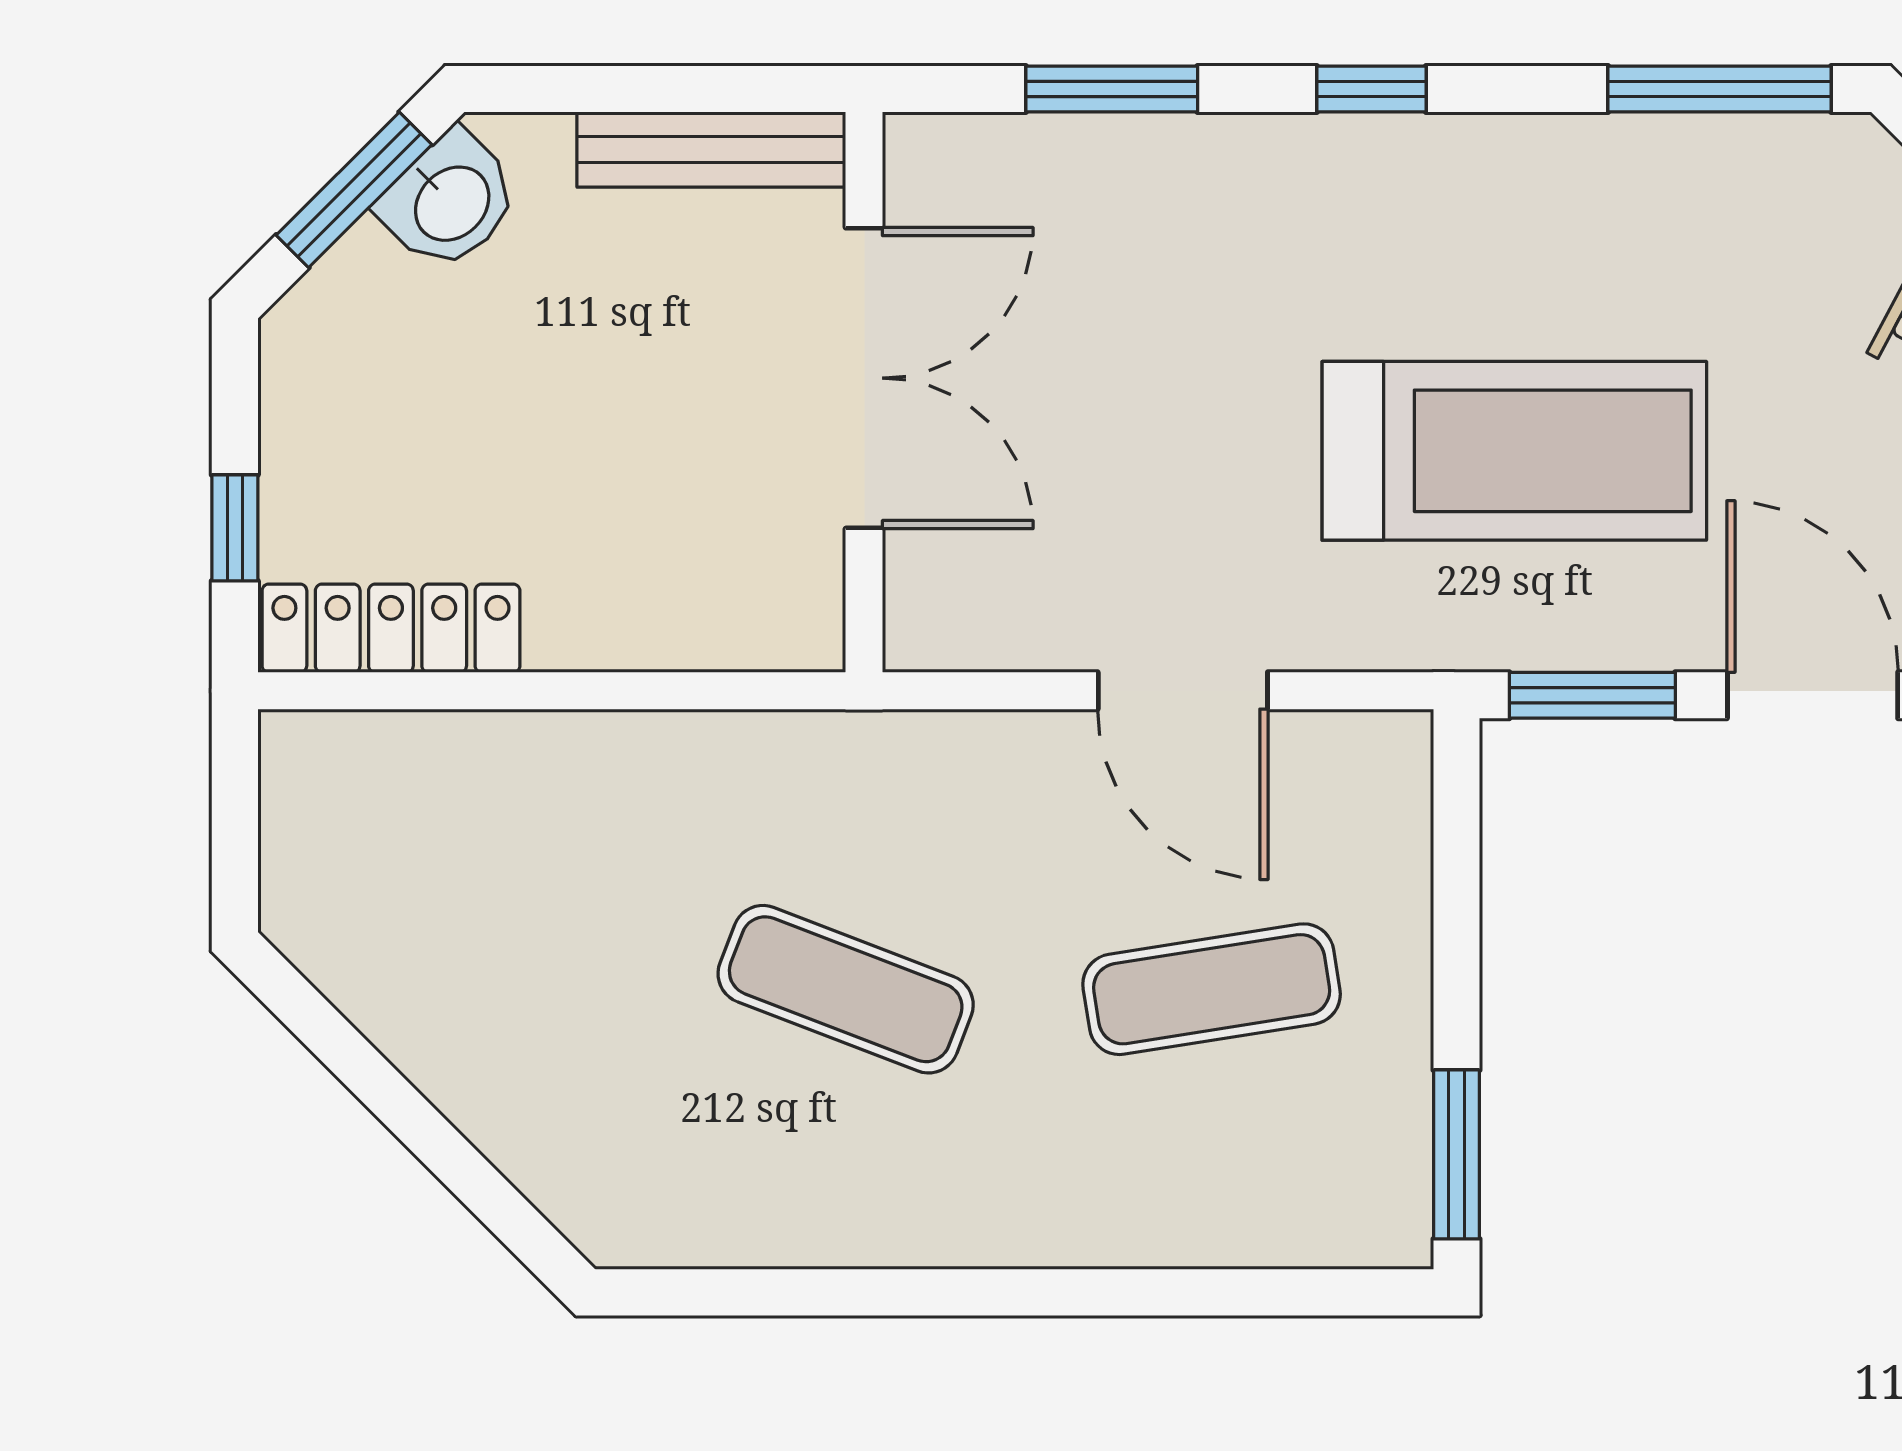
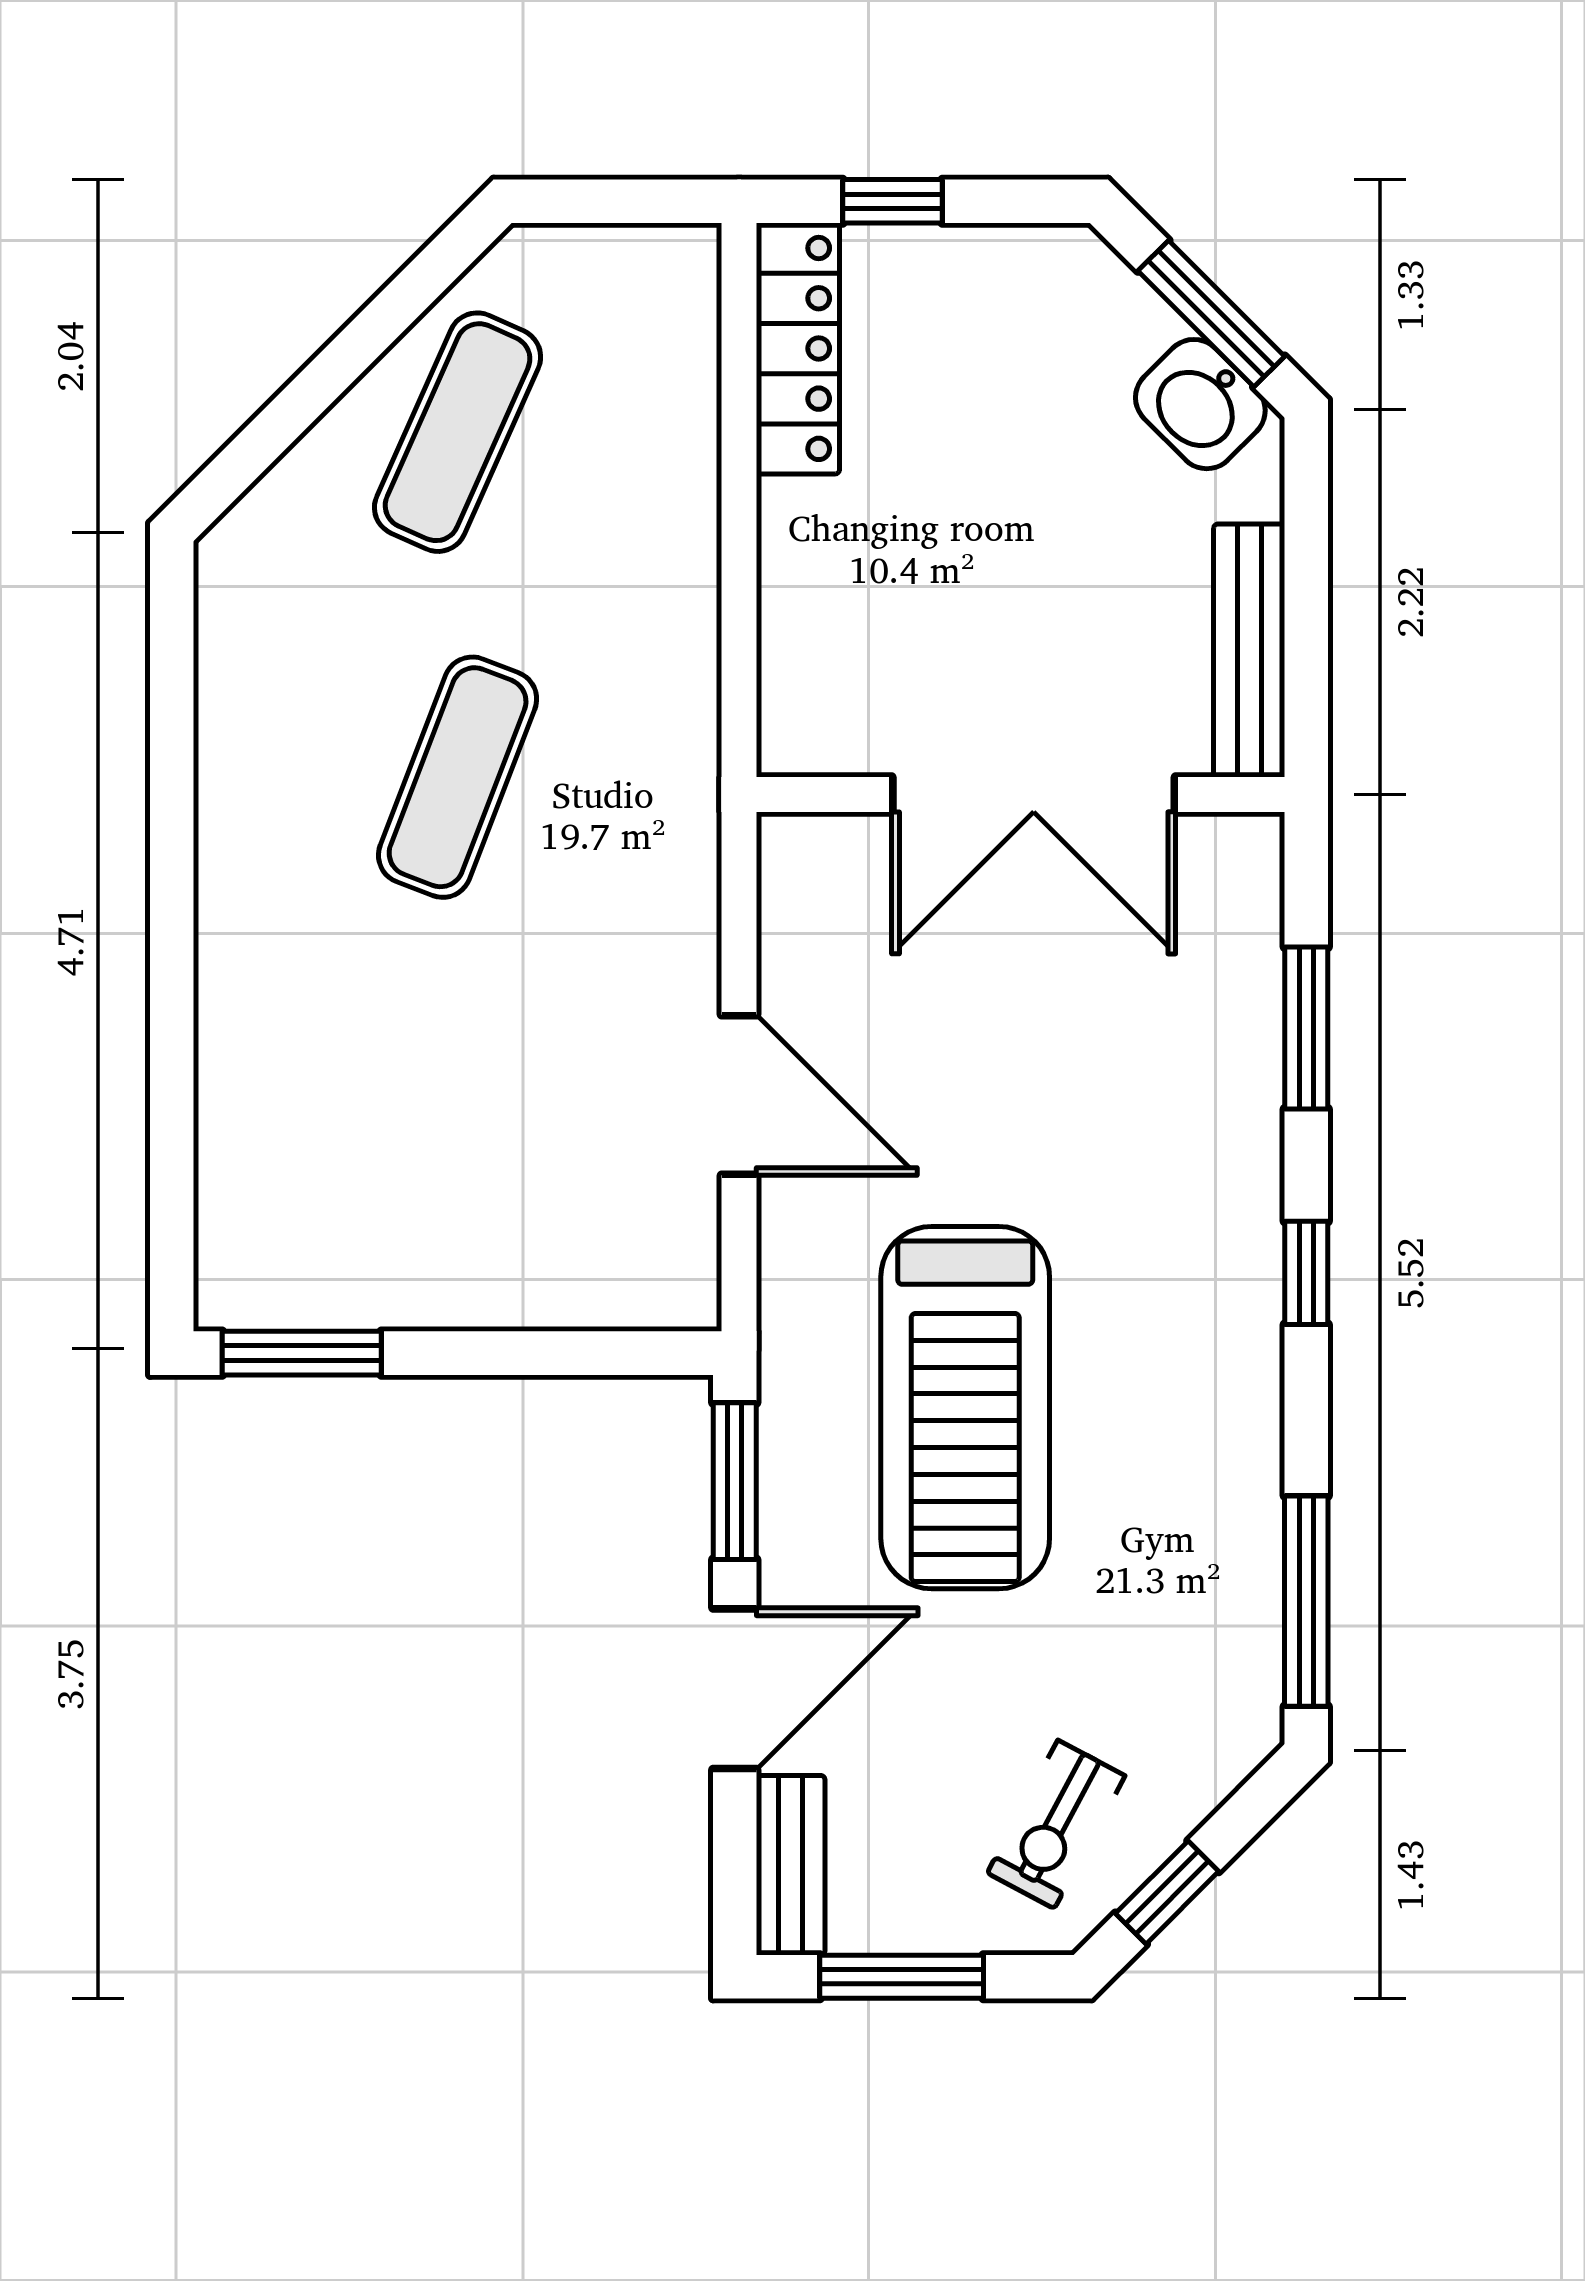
door: (1183, 691) -> (739, 1095), swing flipped
exercise mat: (1212, 989) -> (458, 432), moved, turned 33

